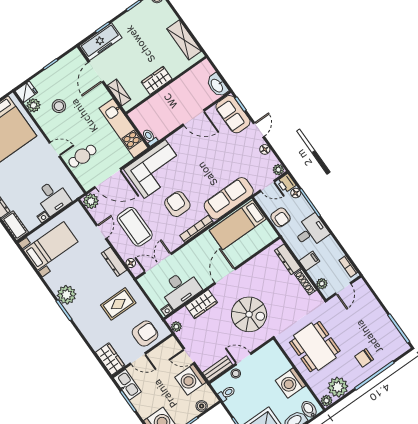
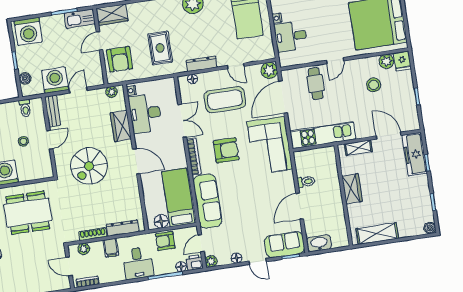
toilet: (150, 137) -> (306, 182), moved
floor lamp: (265, 229) -> (161, 221), added
double door: (158, 263) -> (182, 121), moved
stool: (236, 374) -> (23, 141), moved

